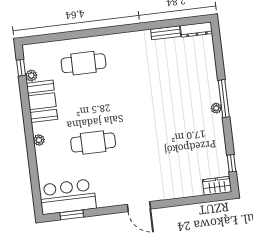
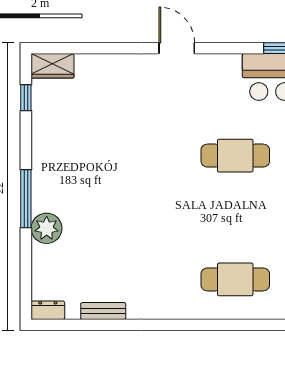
dresser: (196, 30) -> (48, 310), width x0.70
plant: (216, 108) -> (47, 228), moved, width x1.87, depth x1.87

